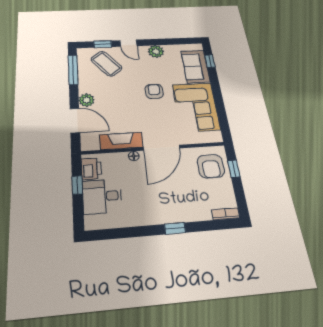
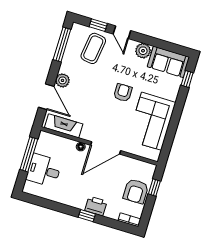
coffee table: (106, 64) -> (93, 48), turned 47
sofa: (196, 66) -> (168, 62), moved, turned -90
fireplace: (121, 141) -> (64, 126), moved
armchair: (211, 166) -> (136, 191), moved
printer: (91, 169) -> (96, 206), moved, turned -90
window: (77, 185) -> (29, 154), width x2.17

